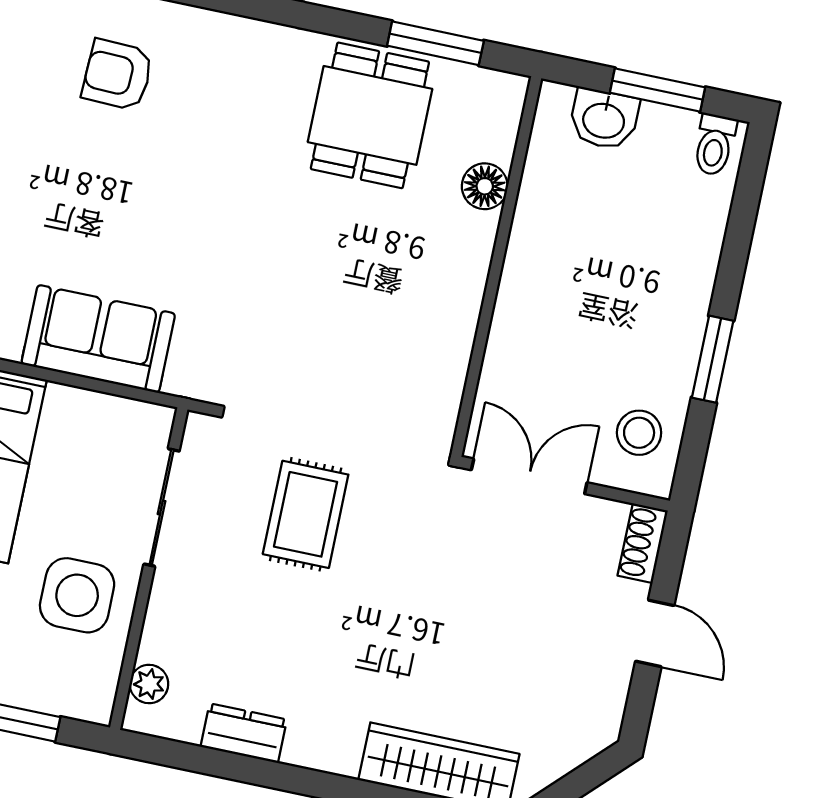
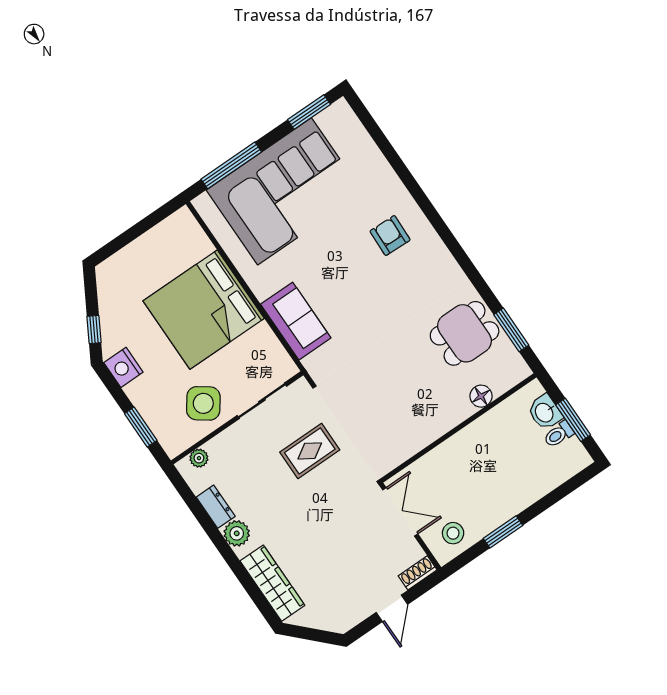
toilet: (715, 145) -> (559, 434), moved
side table: (77, 595) -> (203, 403), turned 36
plant: (314, 743) -> (237, 533), added

